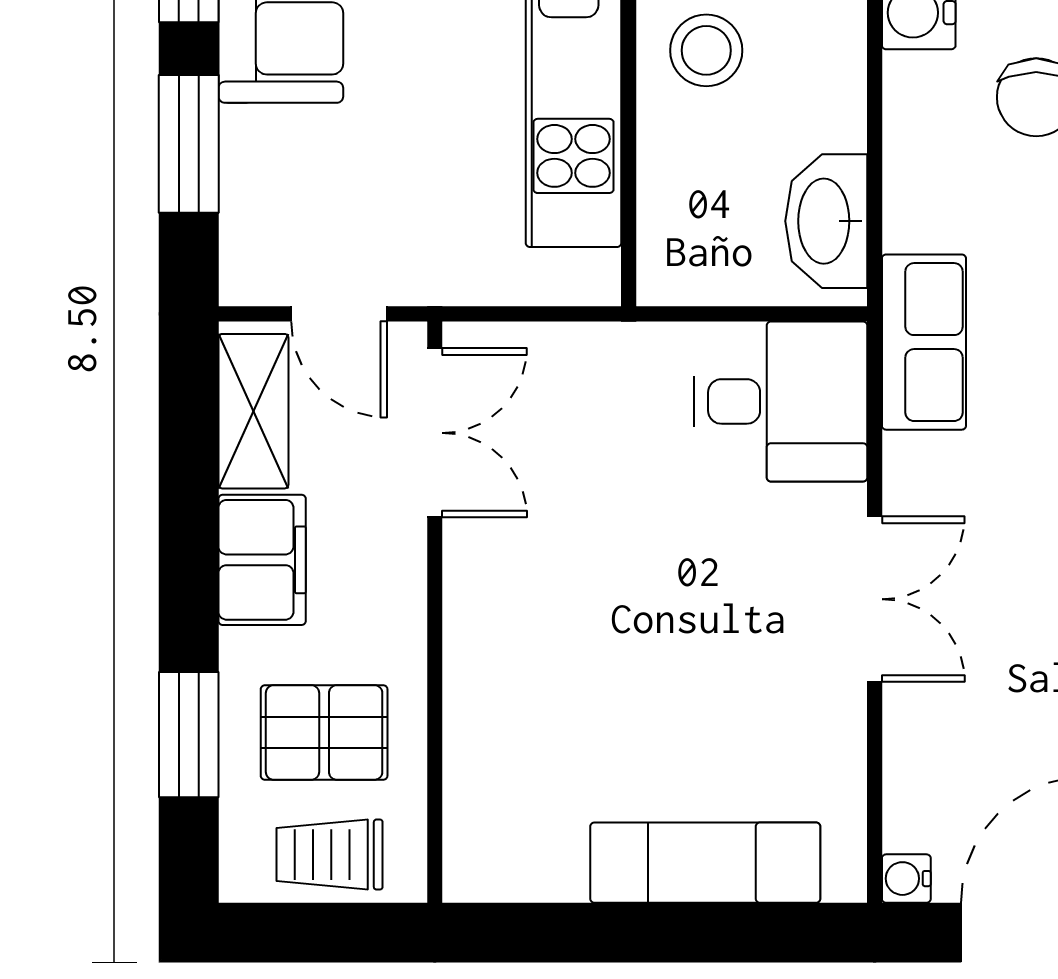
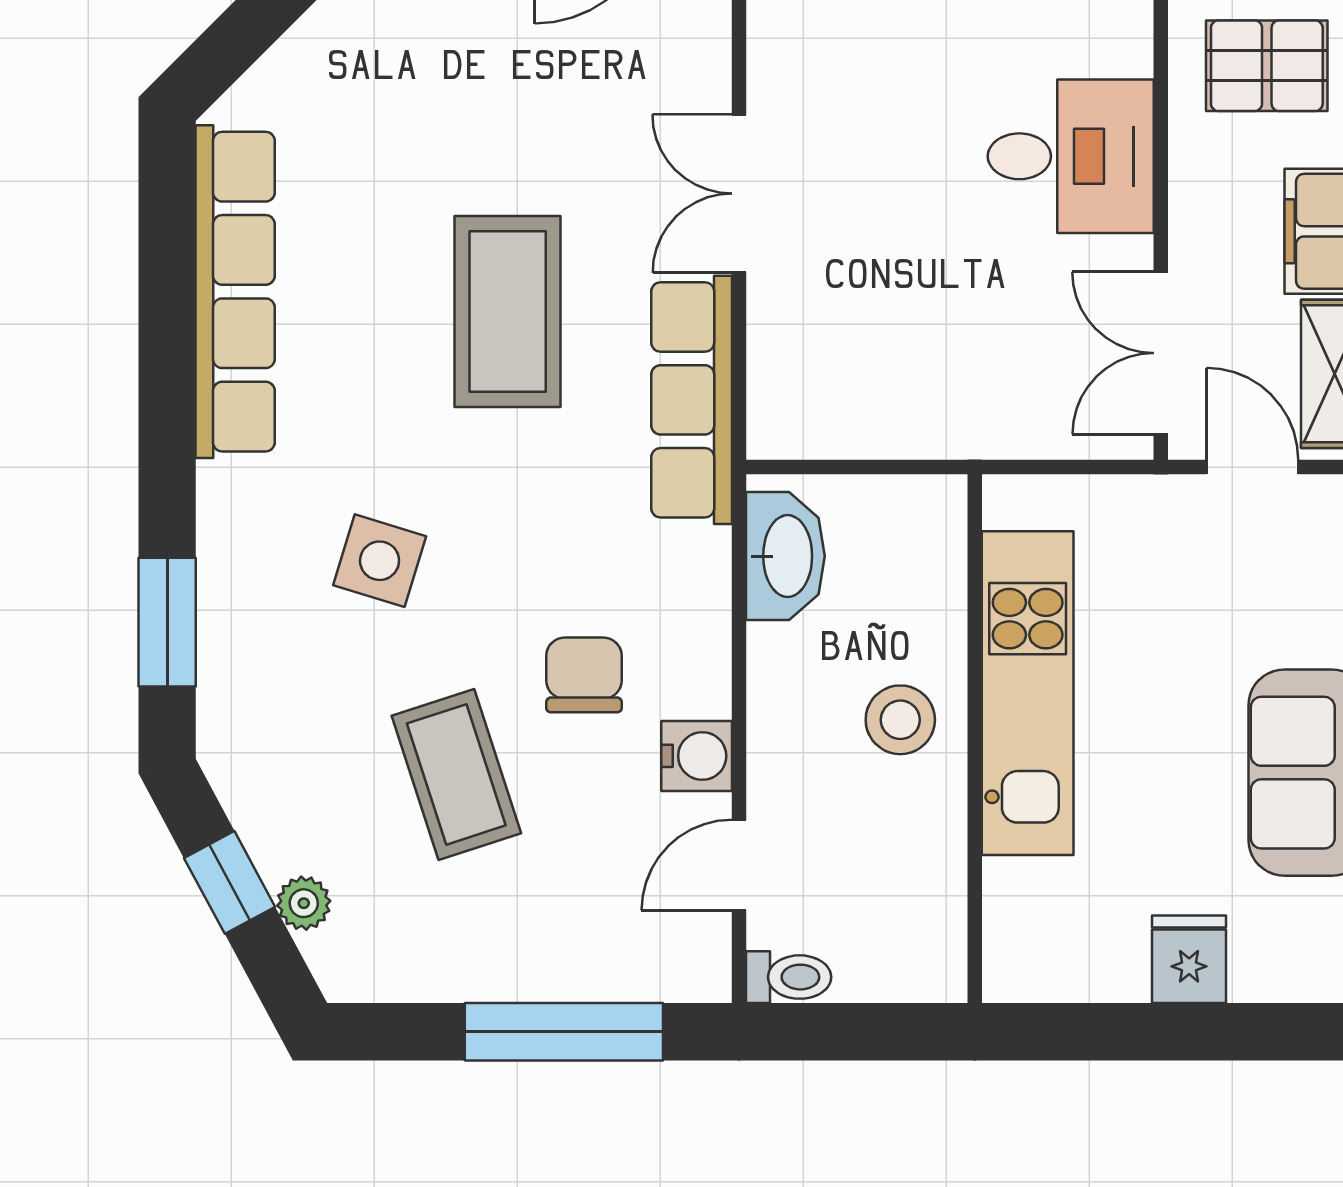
row of seats: (924, 342) -> (692, 400), width x1.48
desk: (781, 401) -> (1071, 156), moved, turned 180

